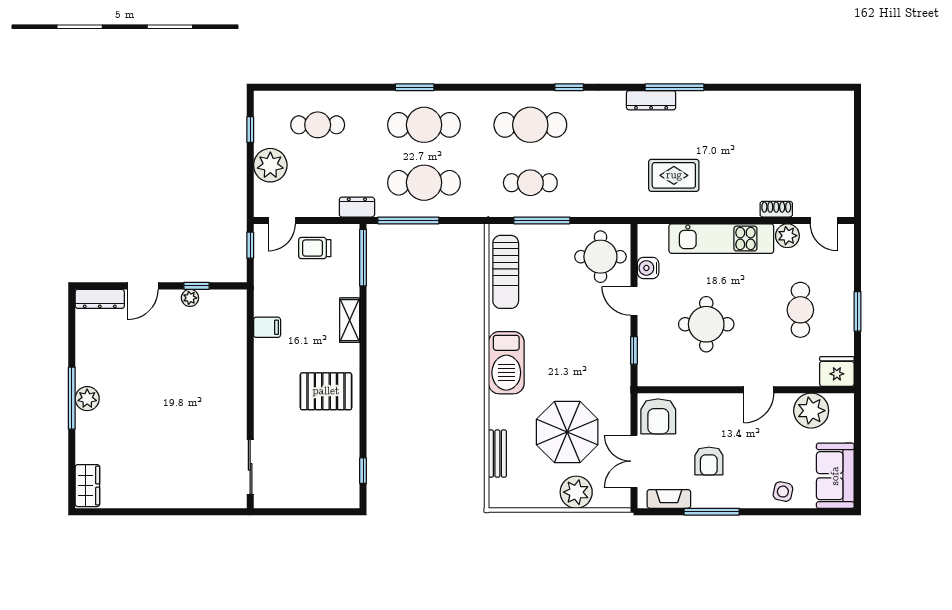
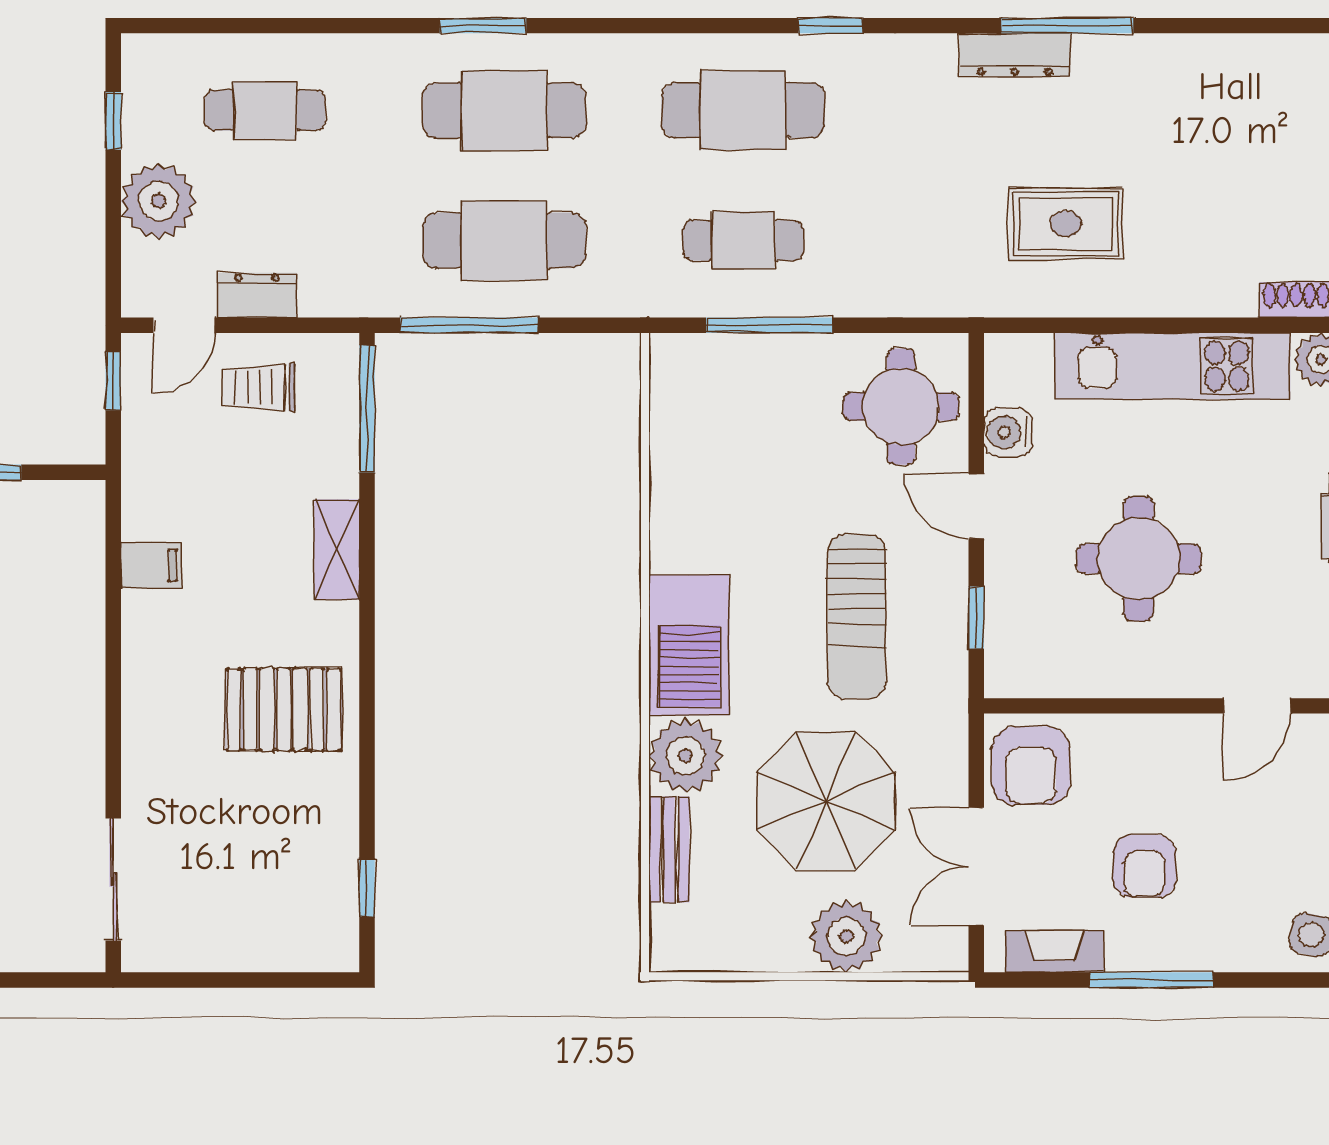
dresser: (357, 207) -> (257, 295), moved
sun lounger: (506, 272) -> (857, 616), moved
plant: (505, 412) -> (685, 756), added

